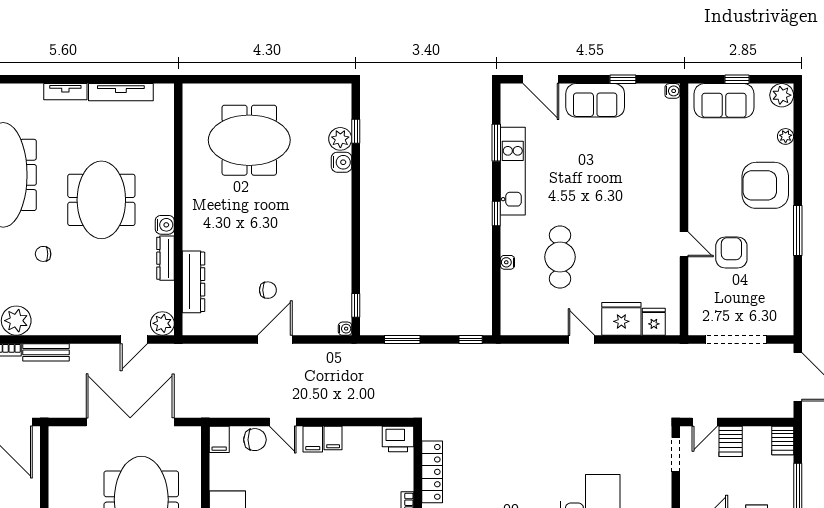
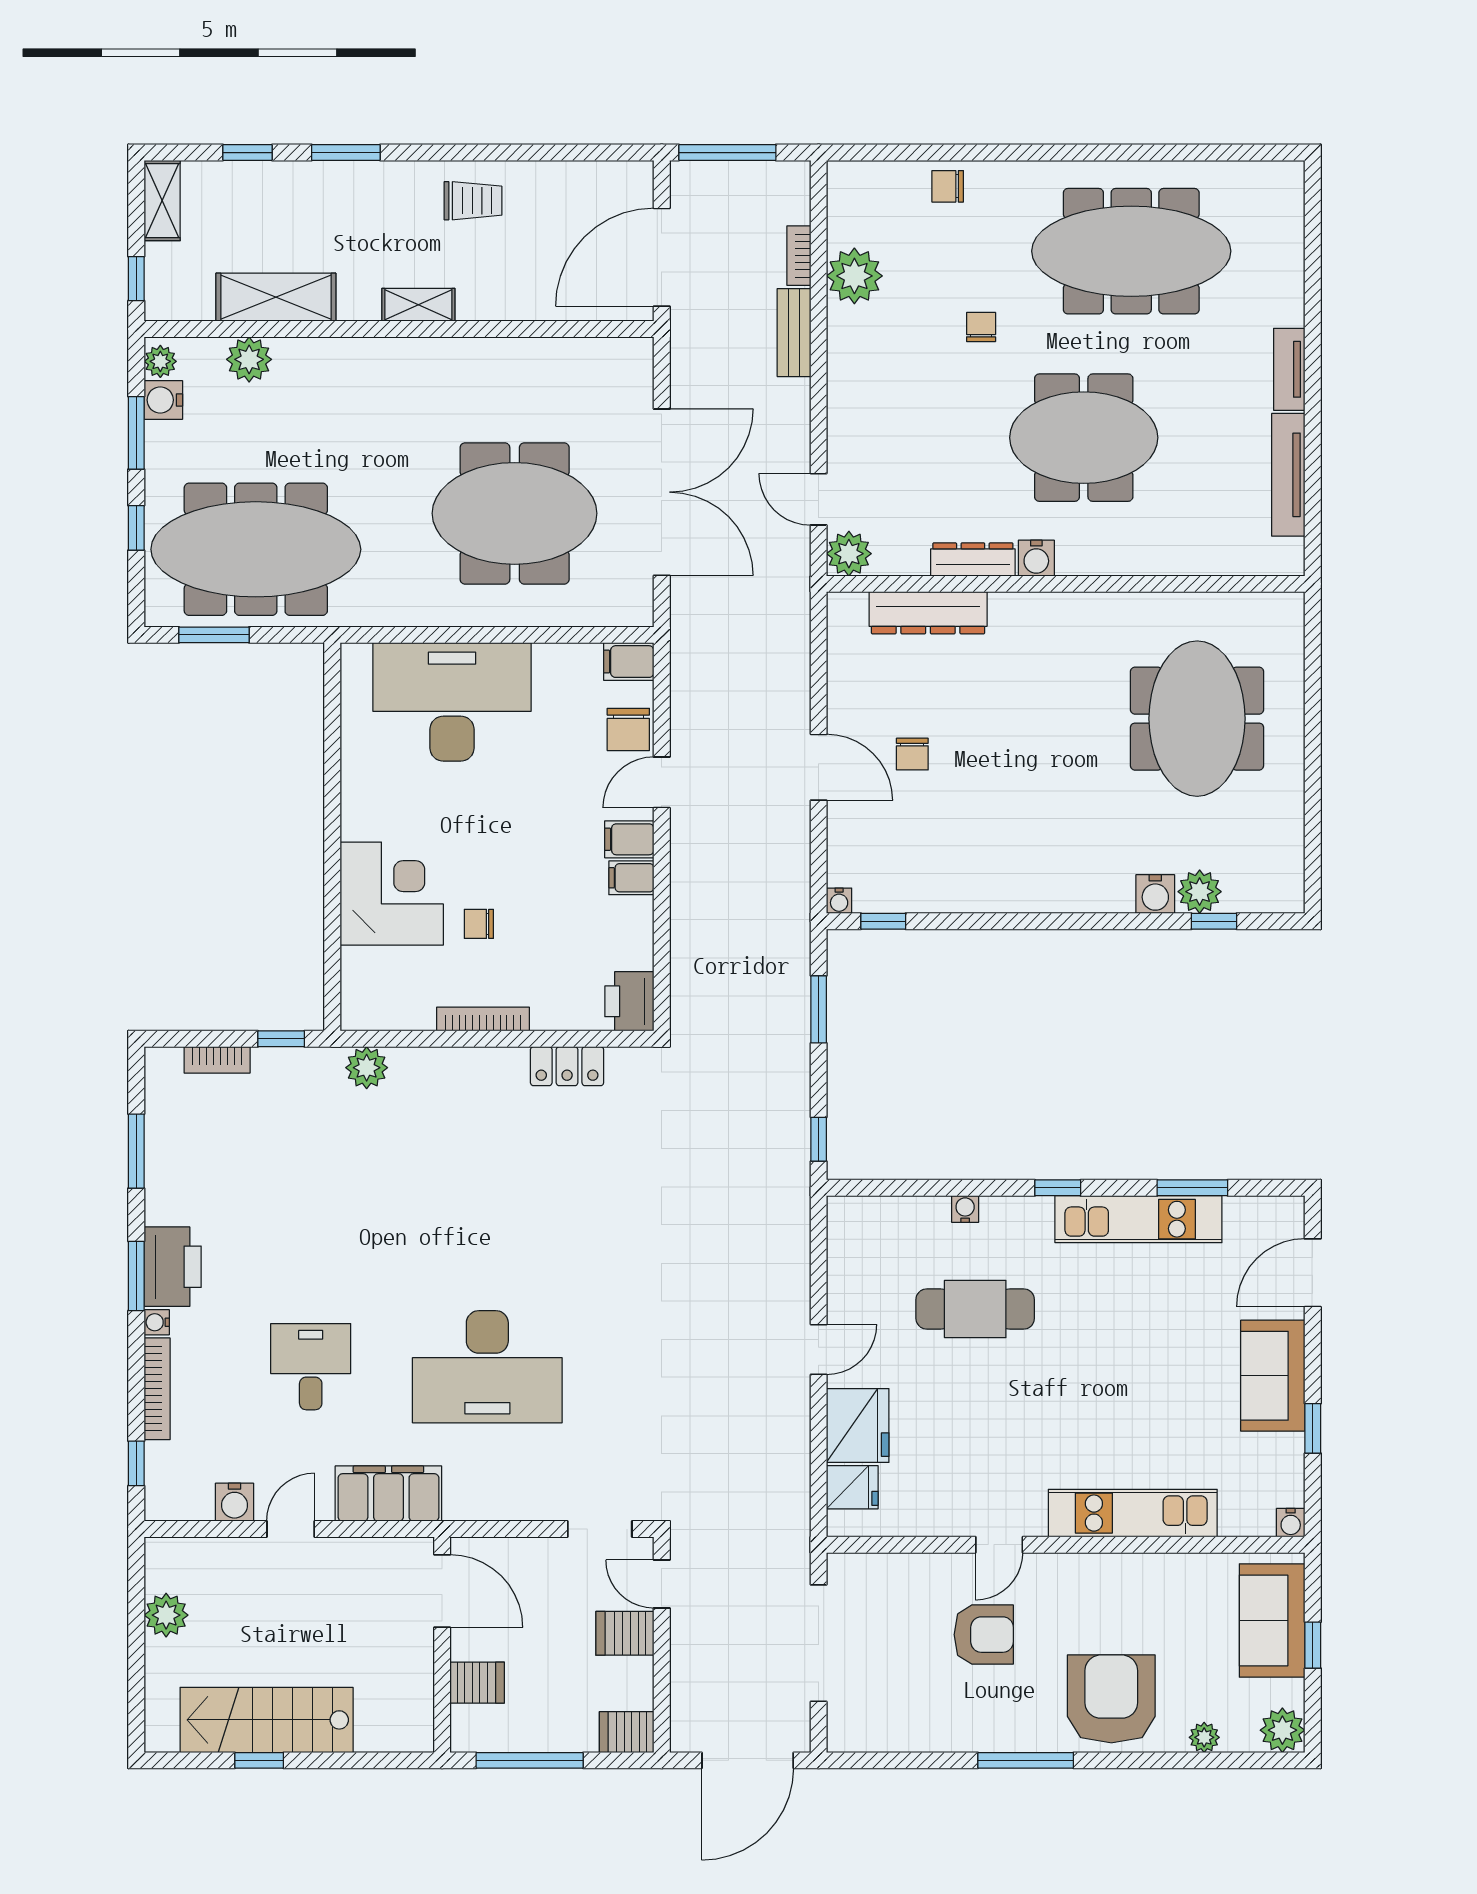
kitchen unit: (667, 174) -> (1133, 1513), added
locker: (432, 472) -> (567, 1066), width x0.66

